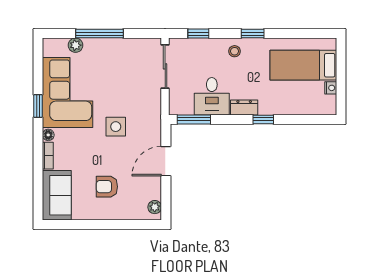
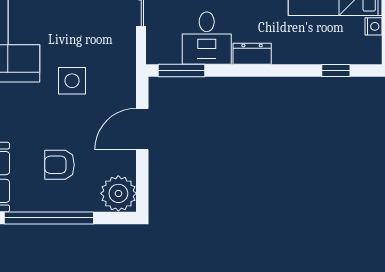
window: (263, 119) -> (336, 71), moved
plant: (155, 207) -> (118, 193), width x1.88, depth x1.88
window: (99, 225) -> (49, 218), added

